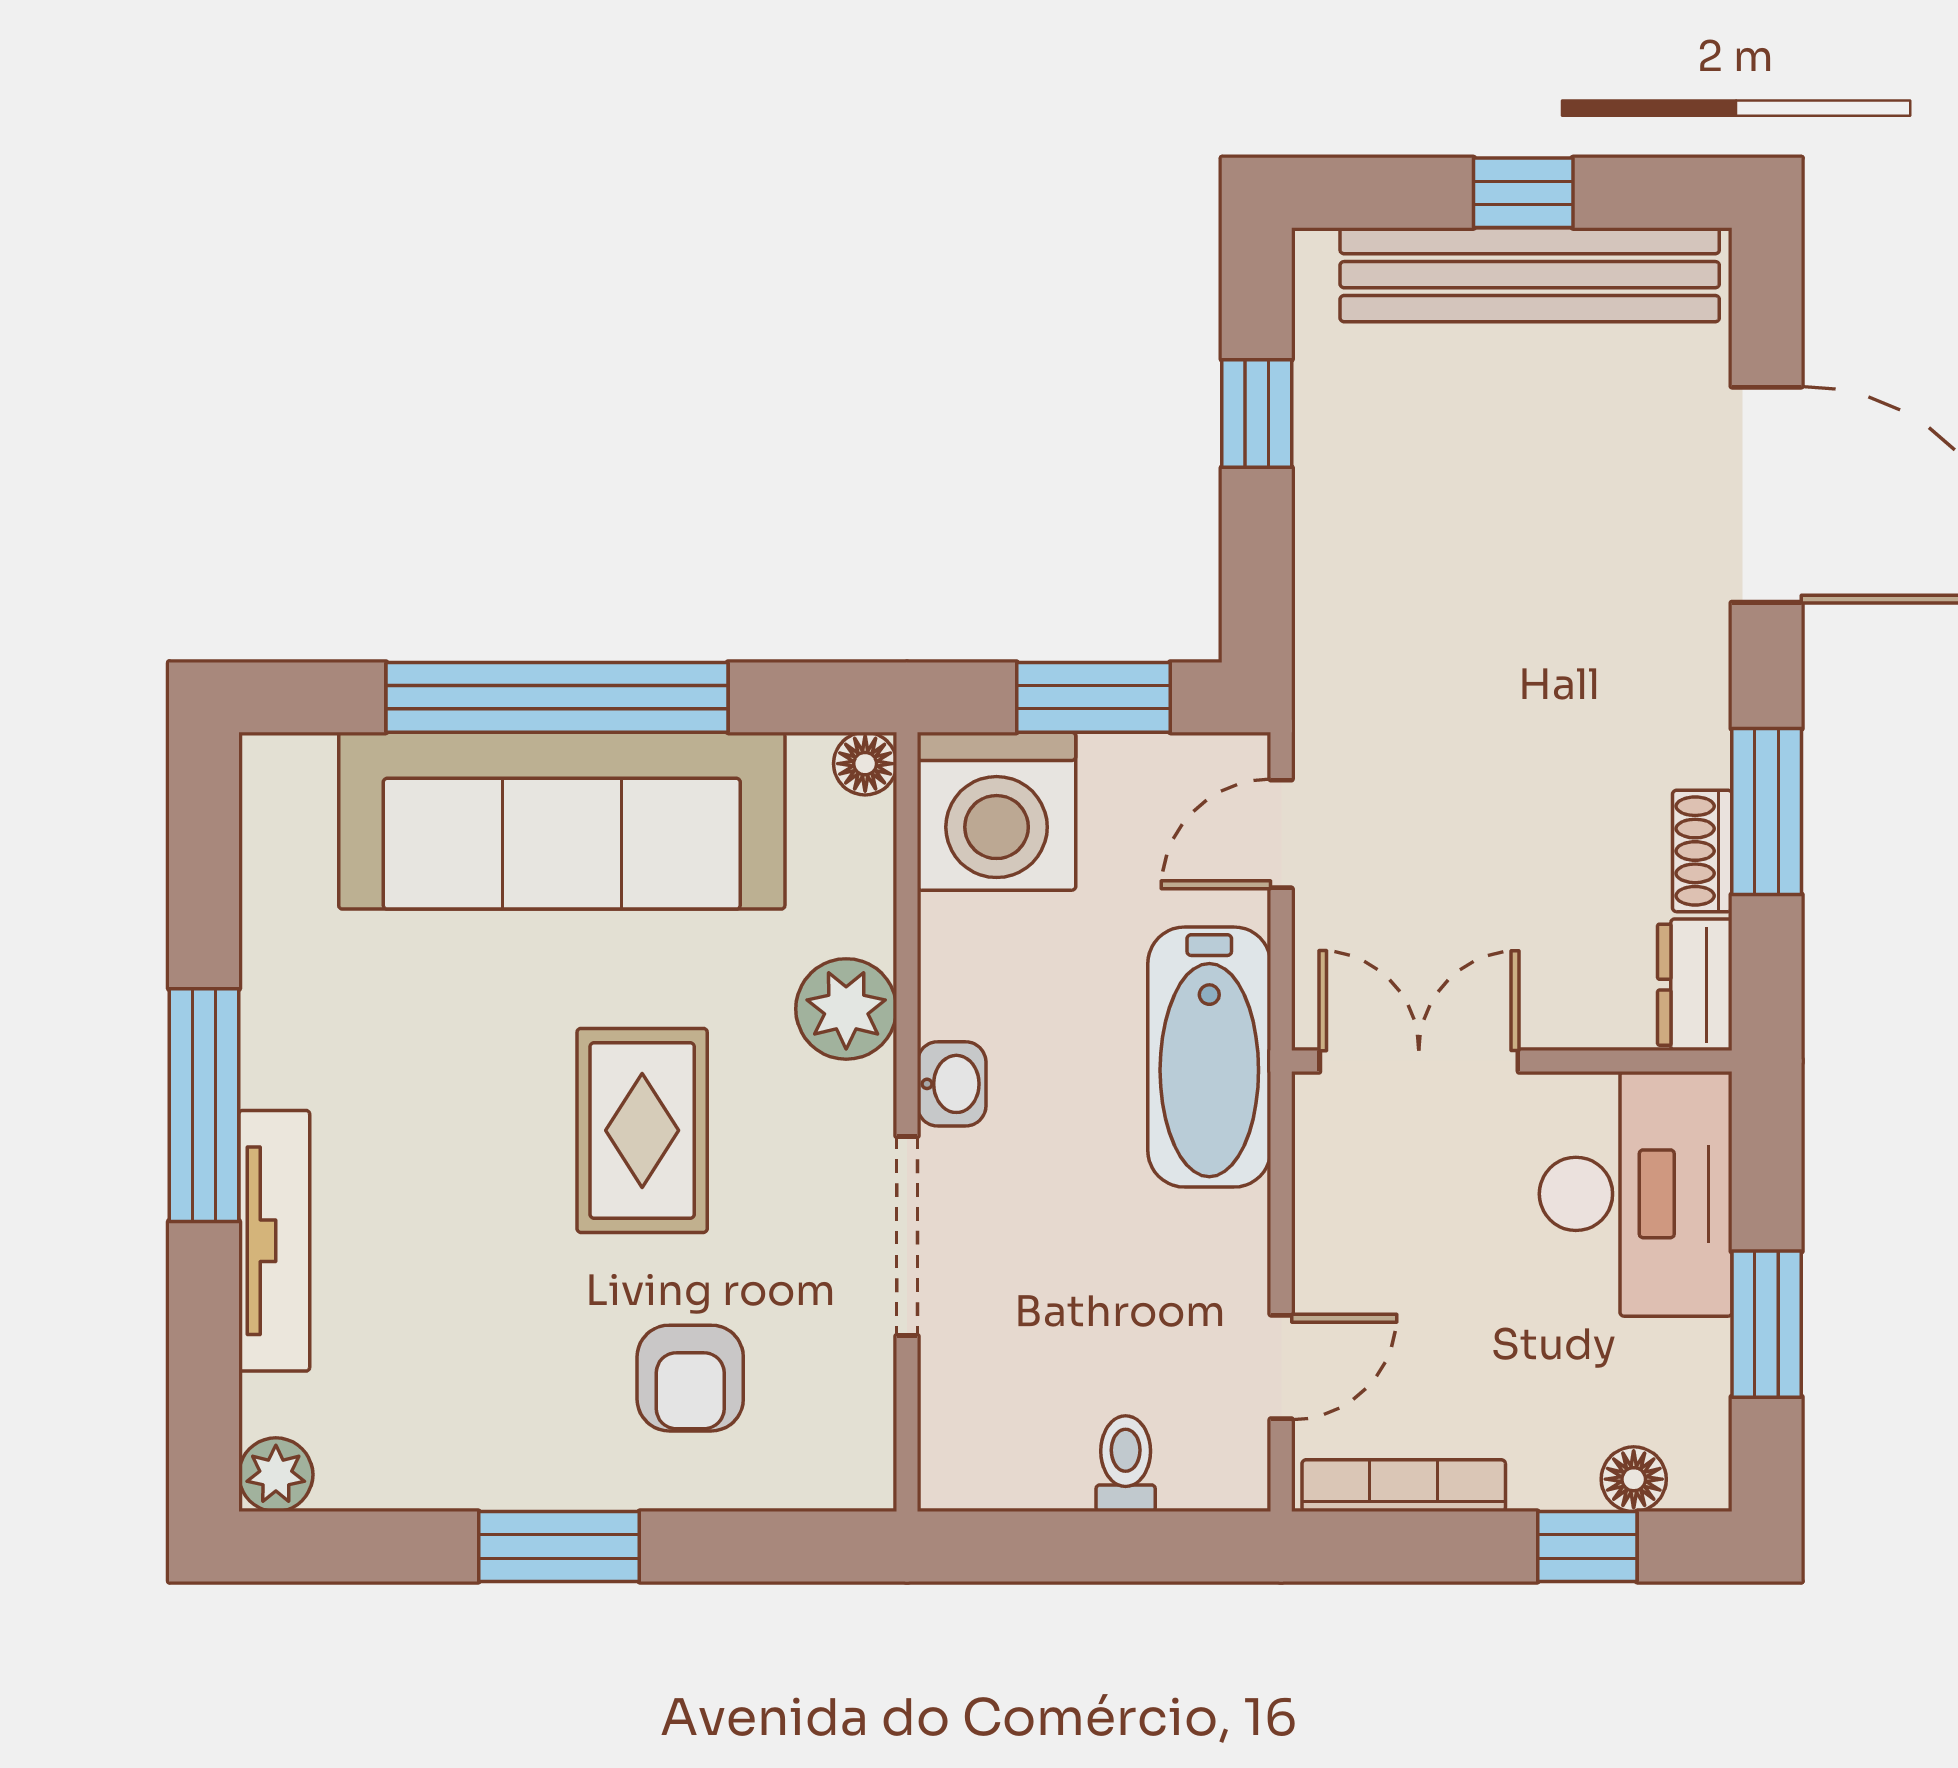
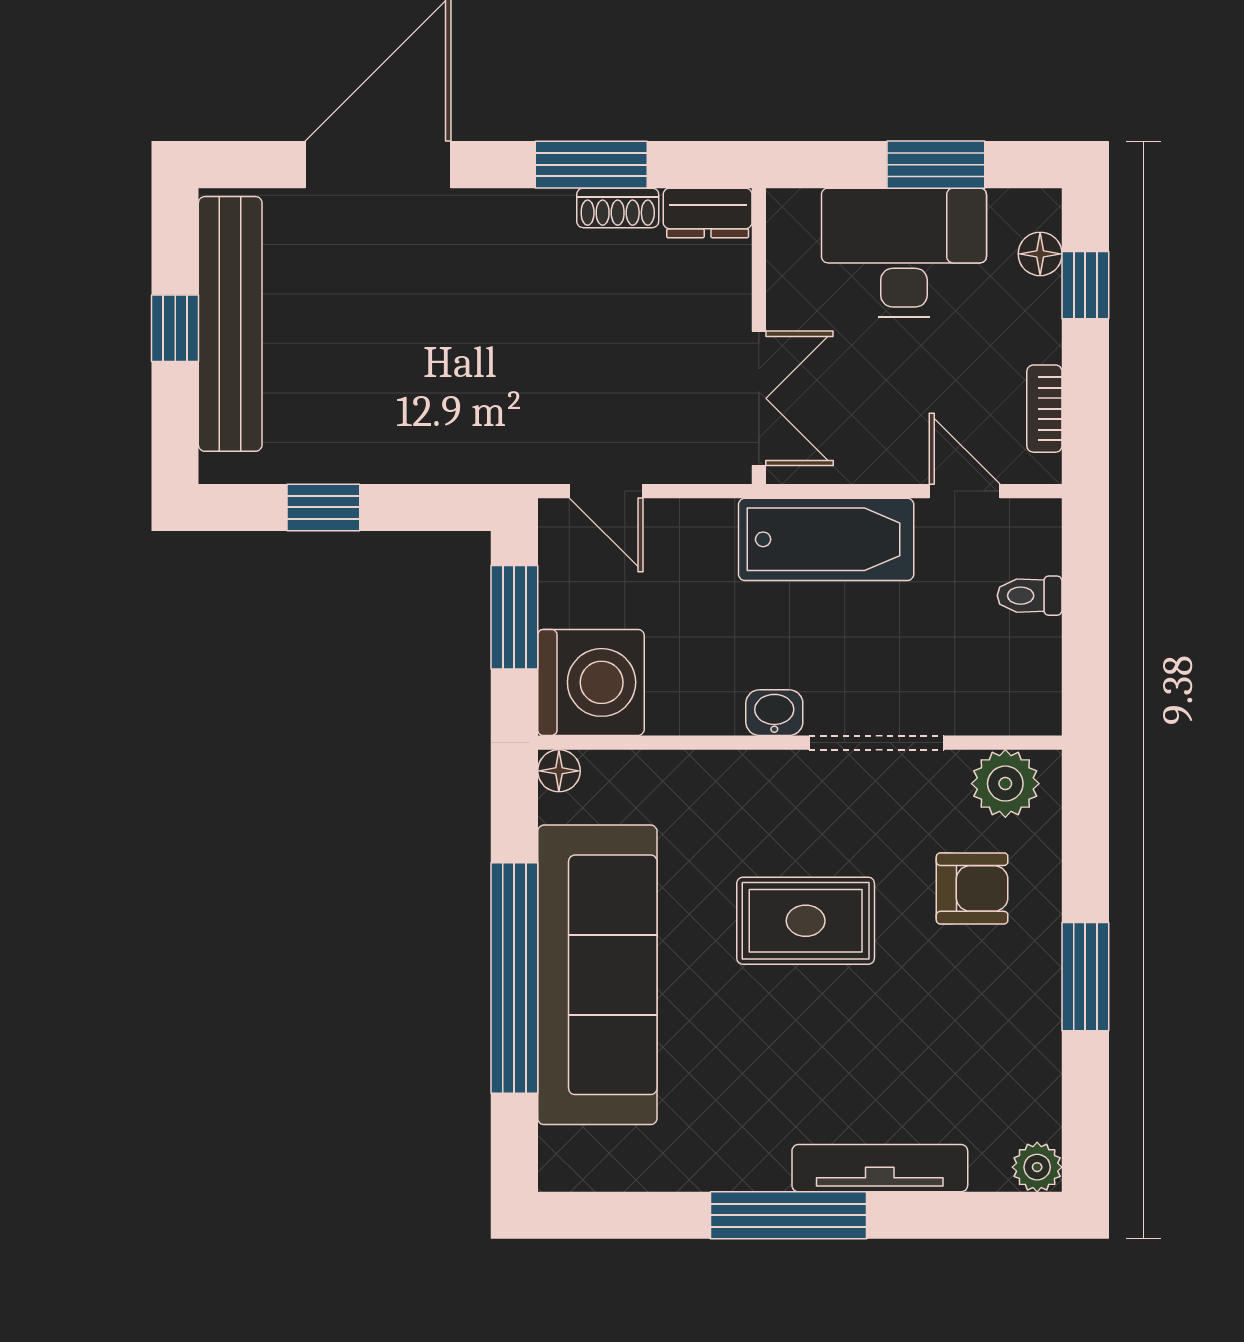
plant: (846, 1009) -> (1005, 784), moved
bathtub: (1209, 1057) -> (826, 539), moved
double door: (1419, 1061) -> (759, 398), swing flipped
desk: (1636, 1194) -> (904, 253), moved
bookcase: (1404, 1486) -> (1044, 409), width x0.64

